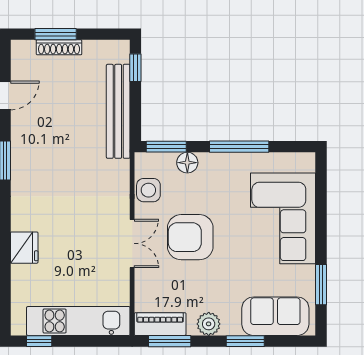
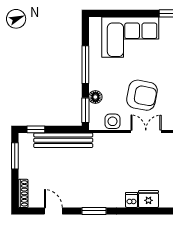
window: (56, 34) -> (15, 156), moved
shoe rack: (59, 47) -> (23, 193), moved
dishwasher: (23, 221) -> (132, 200), added
armchair: (190, 237) -> (142, 95), turned -79

